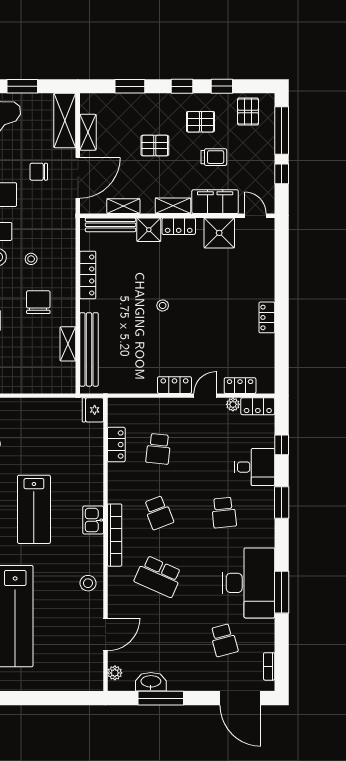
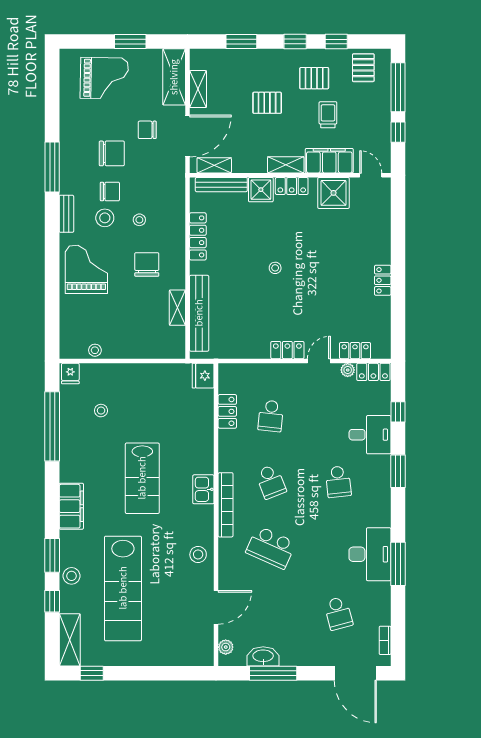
trolley: (214, 157) -> (328, 115), turned -90
shelving: (123, 206) -> (214, 165), moved
desk: (248, 583) -> (370, 554), width x0.73, depth x0.77

